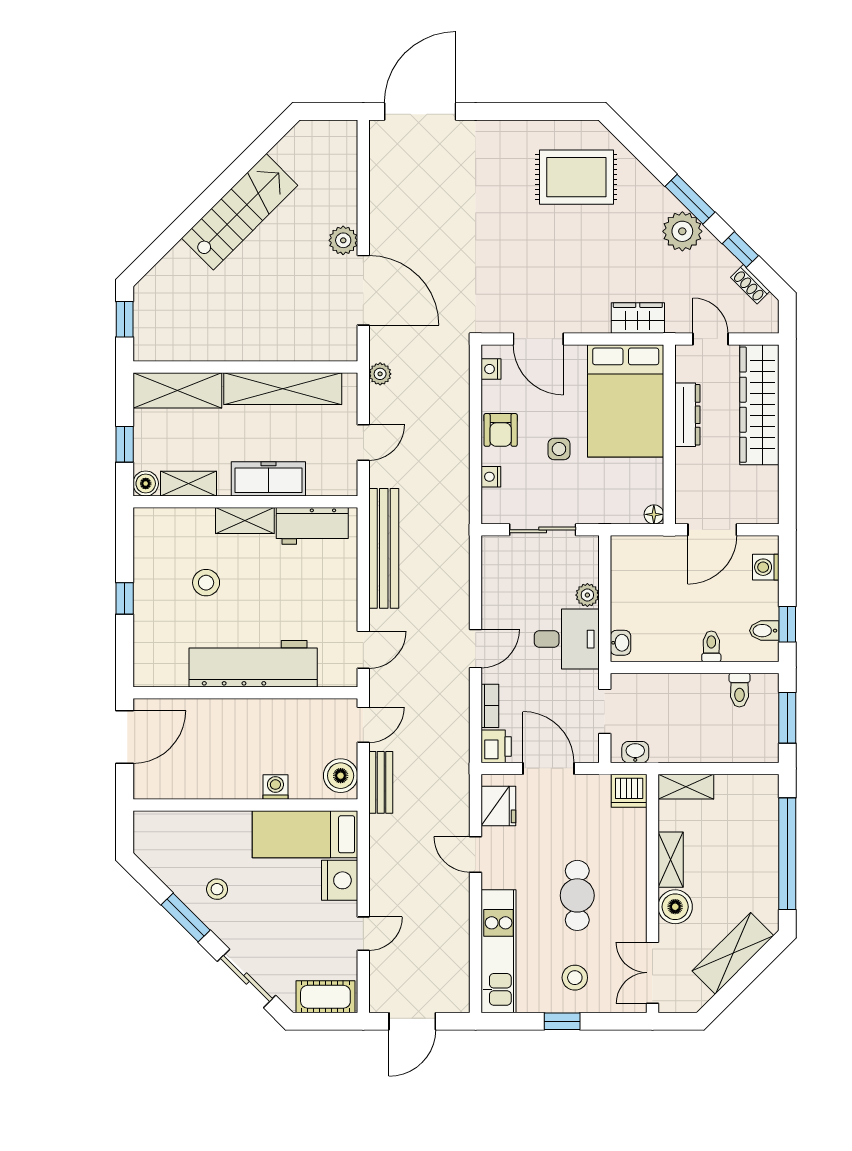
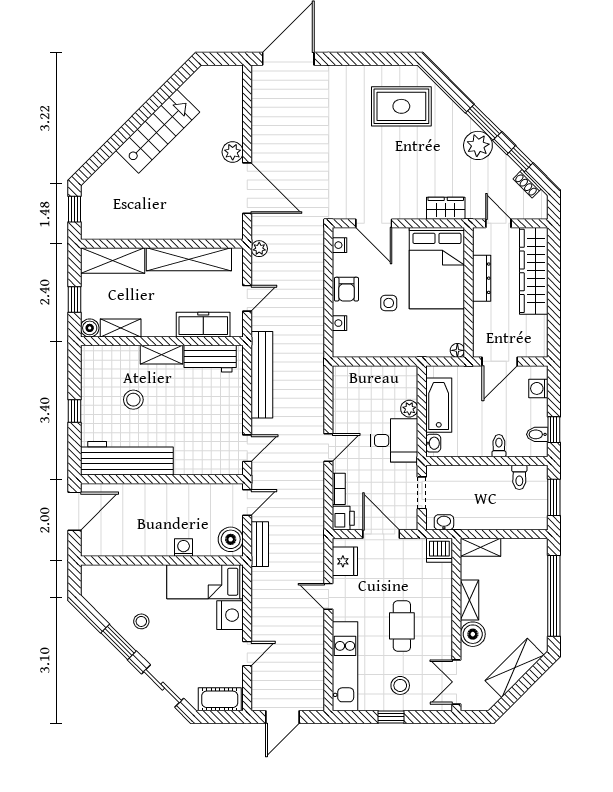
freezer: (268, 479) -> (203, 325), moved
sliding door: (543, 530) -> (377, 361), removed
bathtub: (628, 590) -> (439, 405), added
workbench: (253, 664) -> (127, 458), moved

